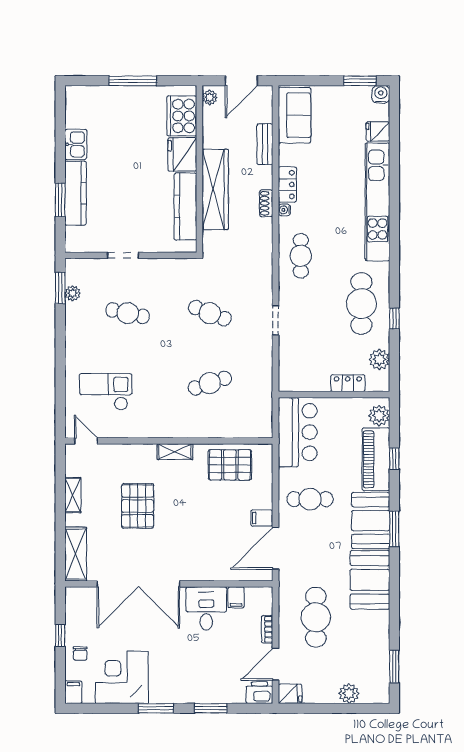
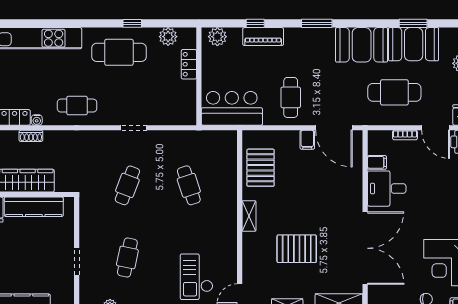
piano: (376, 459) -> (263, 37), width x0.73, depth x0.75
booth: (371, 521) -> (414, 44), moved
window: (394, 666) -> (413, 23), moved

